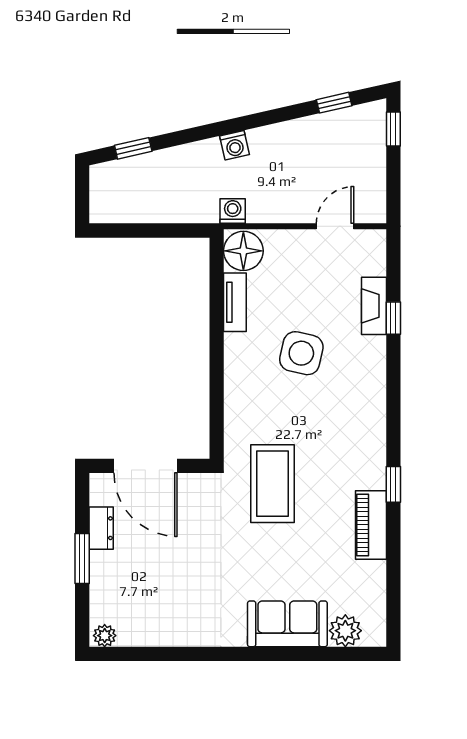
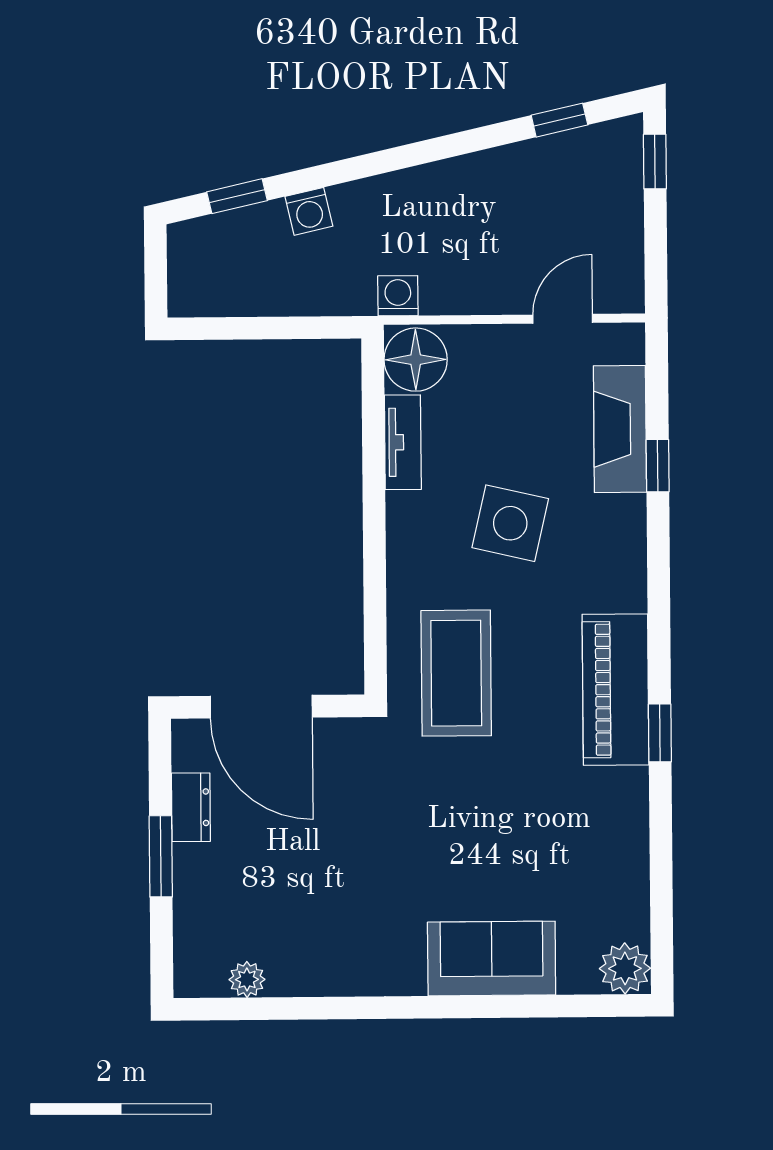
washing machine: (234, 145) -> (309, 211), moved
fireplace: (374, 306) -> (620, 429), width x1.37, depth x1.32
coffee table: (273, 484) -> (456, 673), moved
piano: (371, 525) -> (616, 690), moved, width x1.37, depth x1.33
plant: (345, 631) -> (625, 968), moved
plant: (105, 636) -> (247, 979), moved

